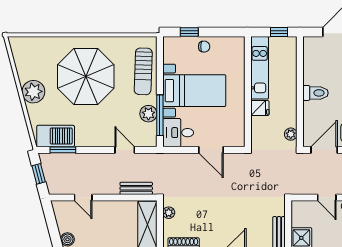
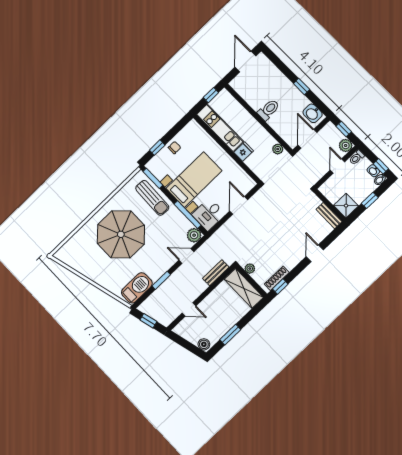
window: (160, 55) -> (153, 178), added
plant: (33, 92) -> (98, 274), removed
plant: (148, 114) -> (194, 235), moved
window: (63, 150) -> (161, 280), moved
door: (211, 150) -> (239, 205), swing flipped
door: (327, 197) -> (337, 166), swing flipped

